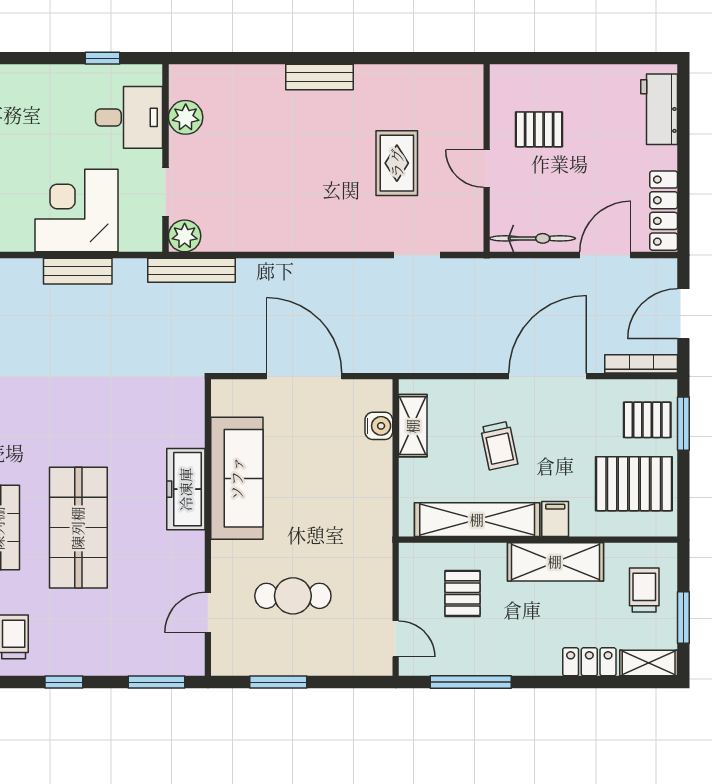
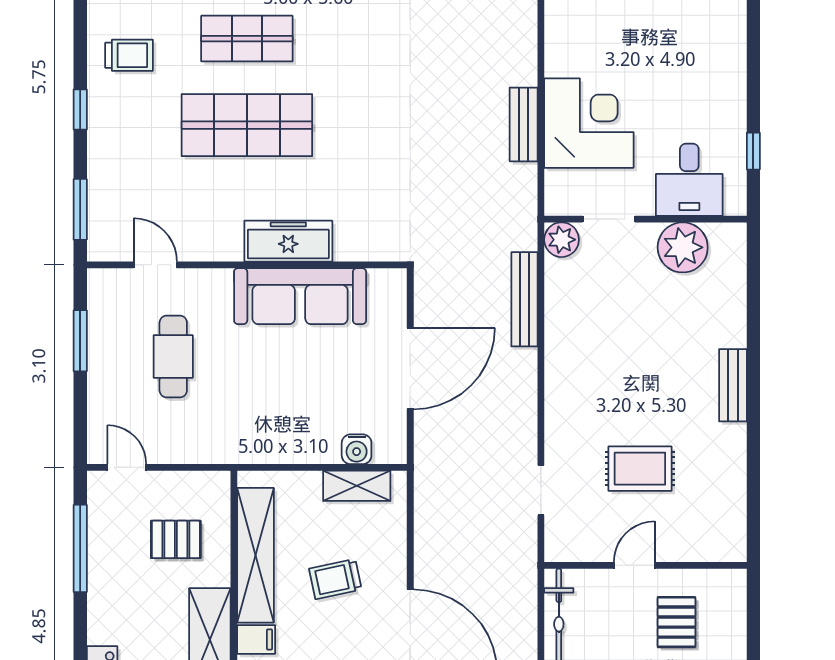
plant: (186, 117) -> (683, 247), width x1.36, depth x1.36
bench: (191, 270) -> (524, 299), moved
door: (396, 639) -> (127, 467), swing flipped

